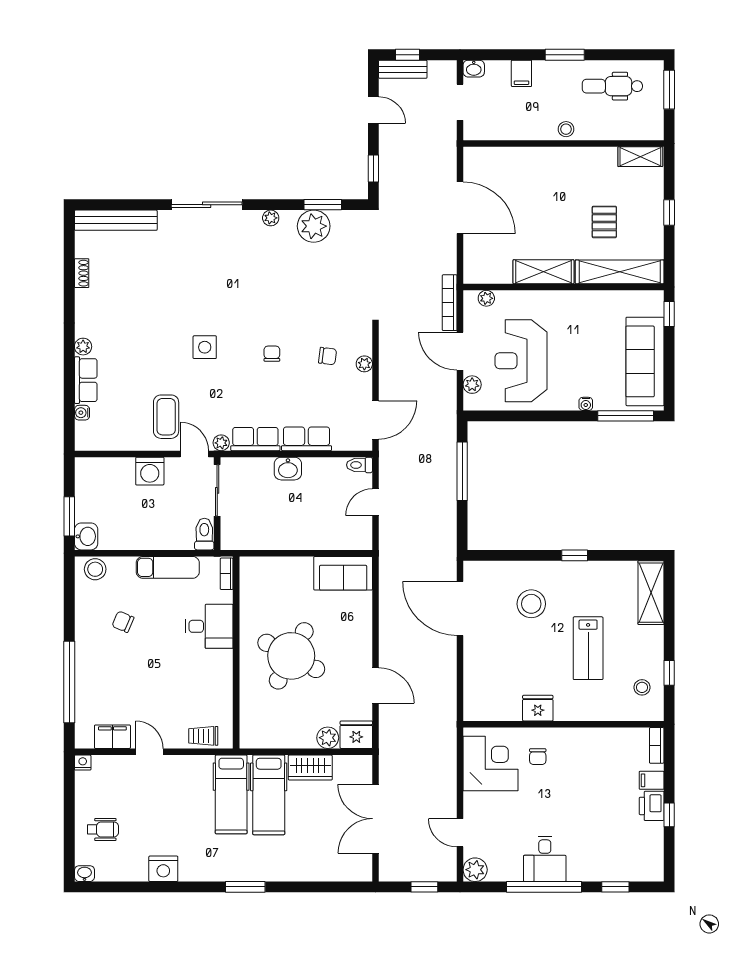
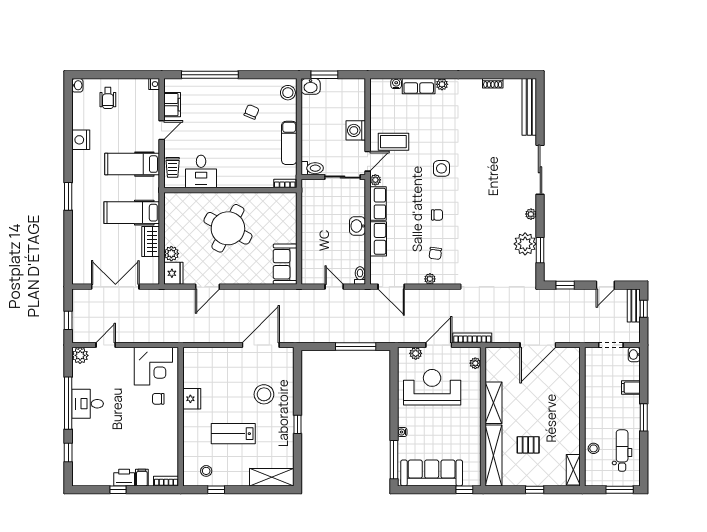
stool: (566, 129) -> (594, 448), moved
desk: (209, 626) -> (201, 171), moved
trolley: (203, 736) -> (173, 167), turned 180
hospital bed: (231, 794) -> (132, 164), moved

